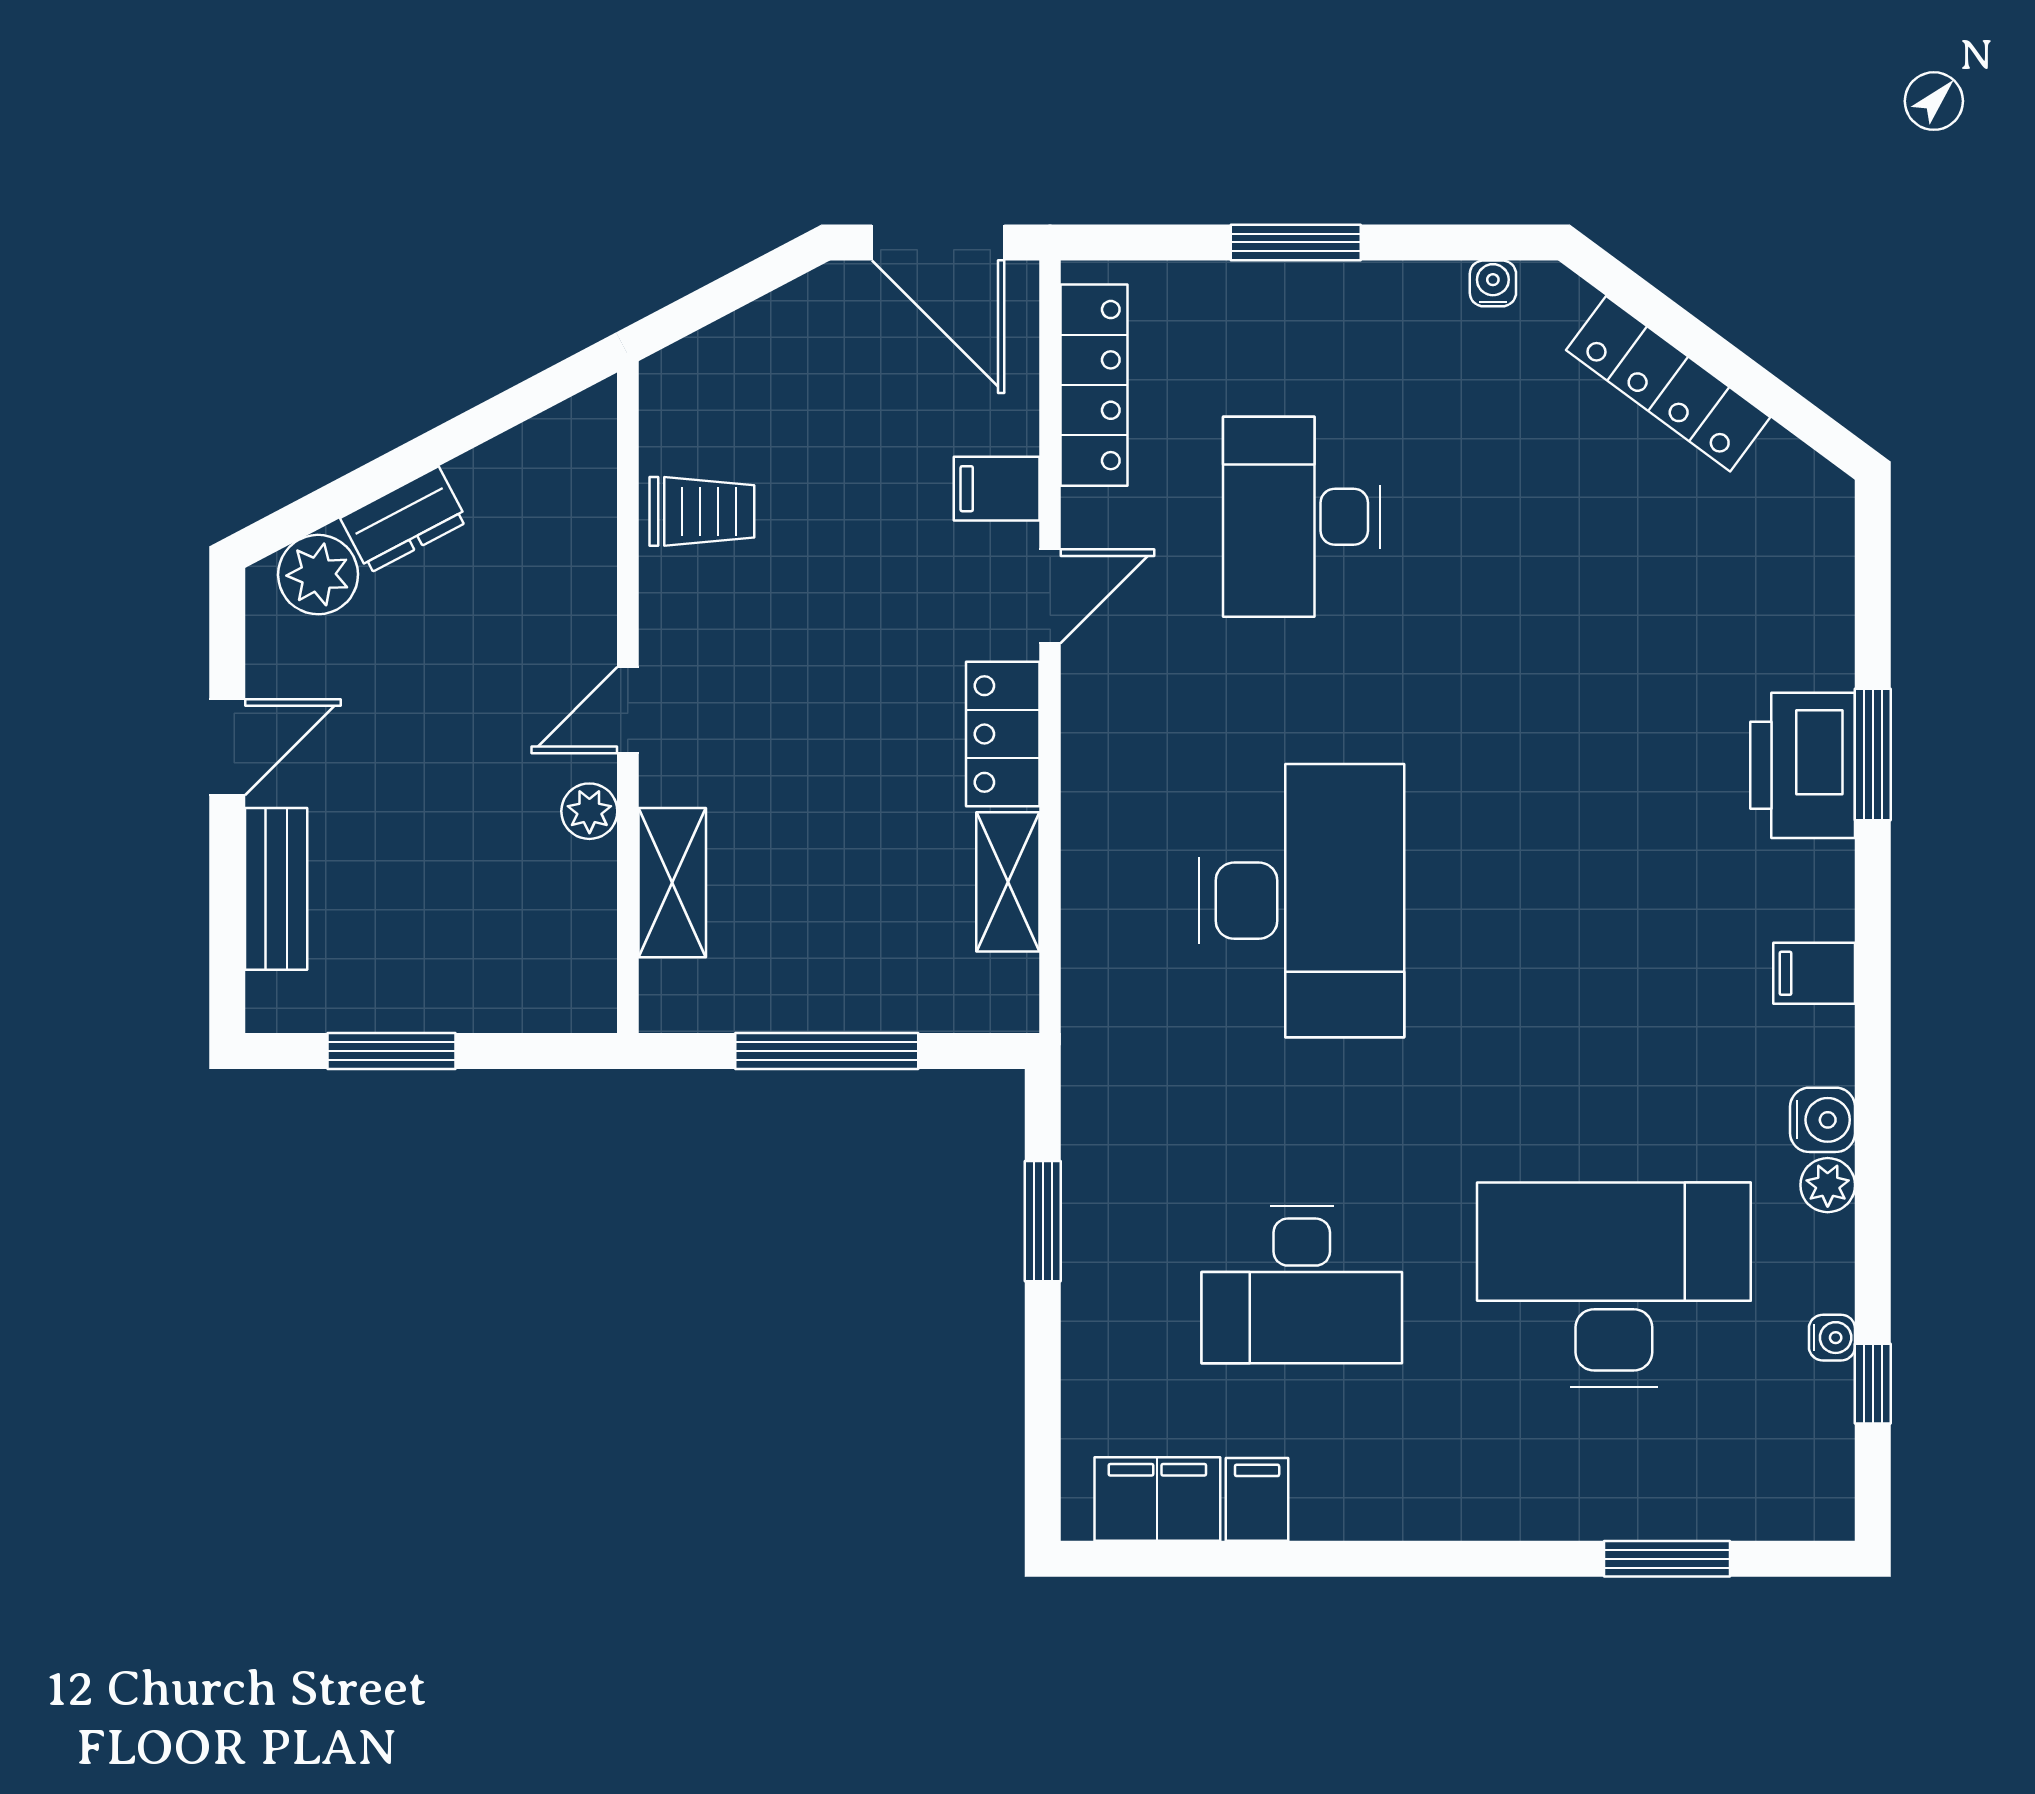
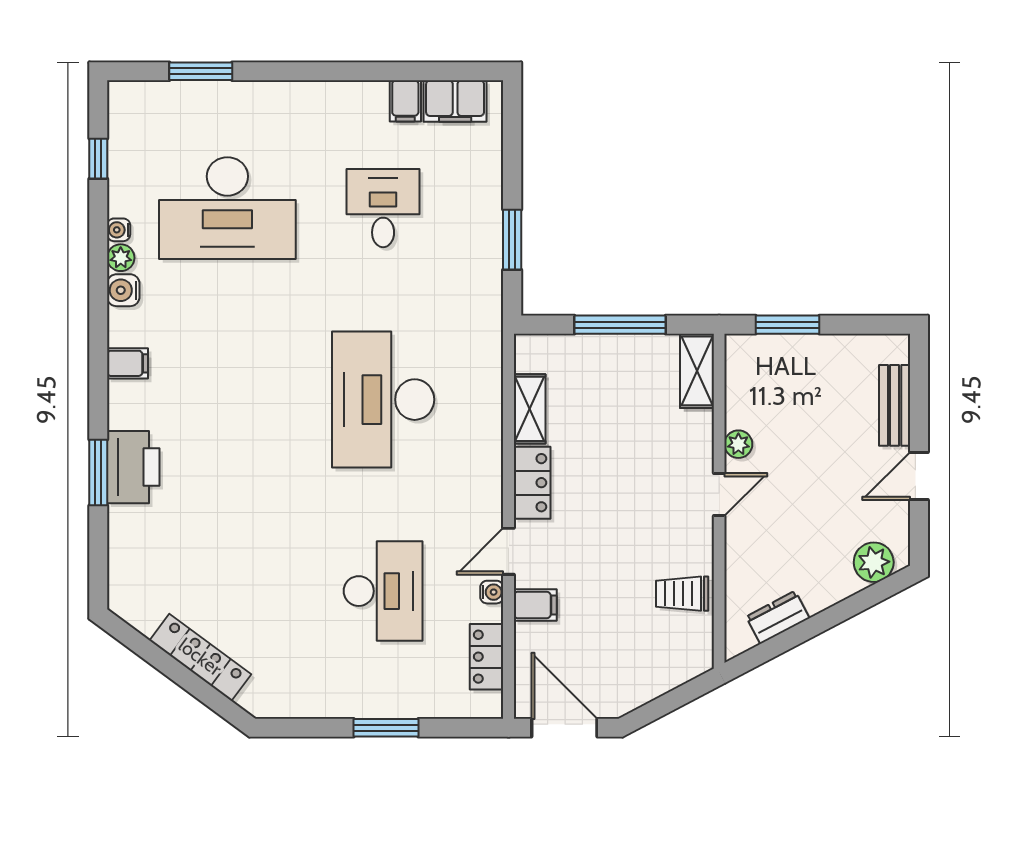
water cooler: (1493, 283) -> (492, 592), moved, turned -90
locker: (1094, 385) -> (487, 657), width x0.66
dresser: (404, 520) -> (778, 617), moved
shelving: (672, 883) -> (697, 371), moved
window: (391, 1051) -> (787, 325), moved
desk: (1302, 1285) -> (383, 208), width x0.73
water cooler: (1832, 1338) -> (119, 230), moved

